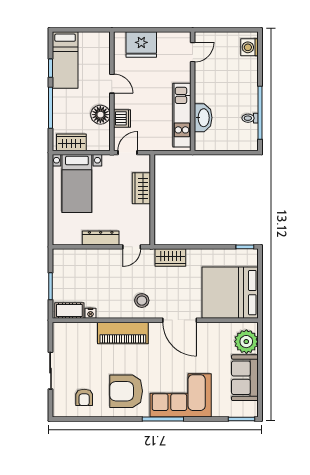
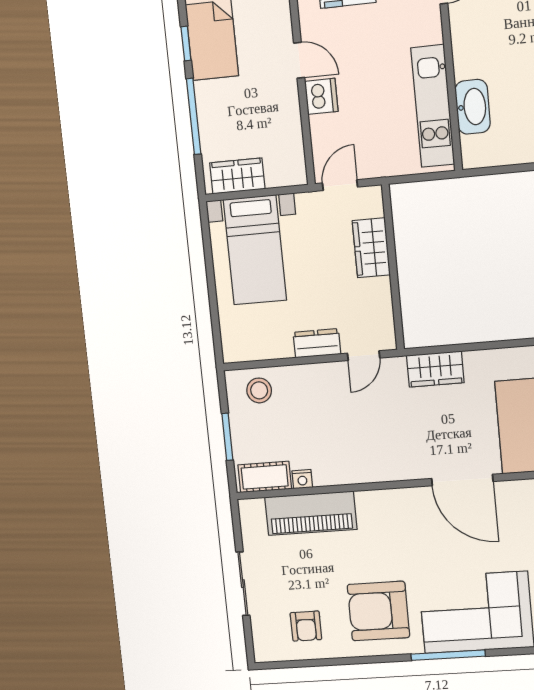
floor lamp: (100, 115) -> (284, 120), removed
dishwasher: (122, 118) -> (321, 96), moved
dresser: (101, 238) -> (317, 343), width x0.70
stool: (142, 301) -> (259, 390), moved
piano: (123, 333) -> (311, 513), moved

